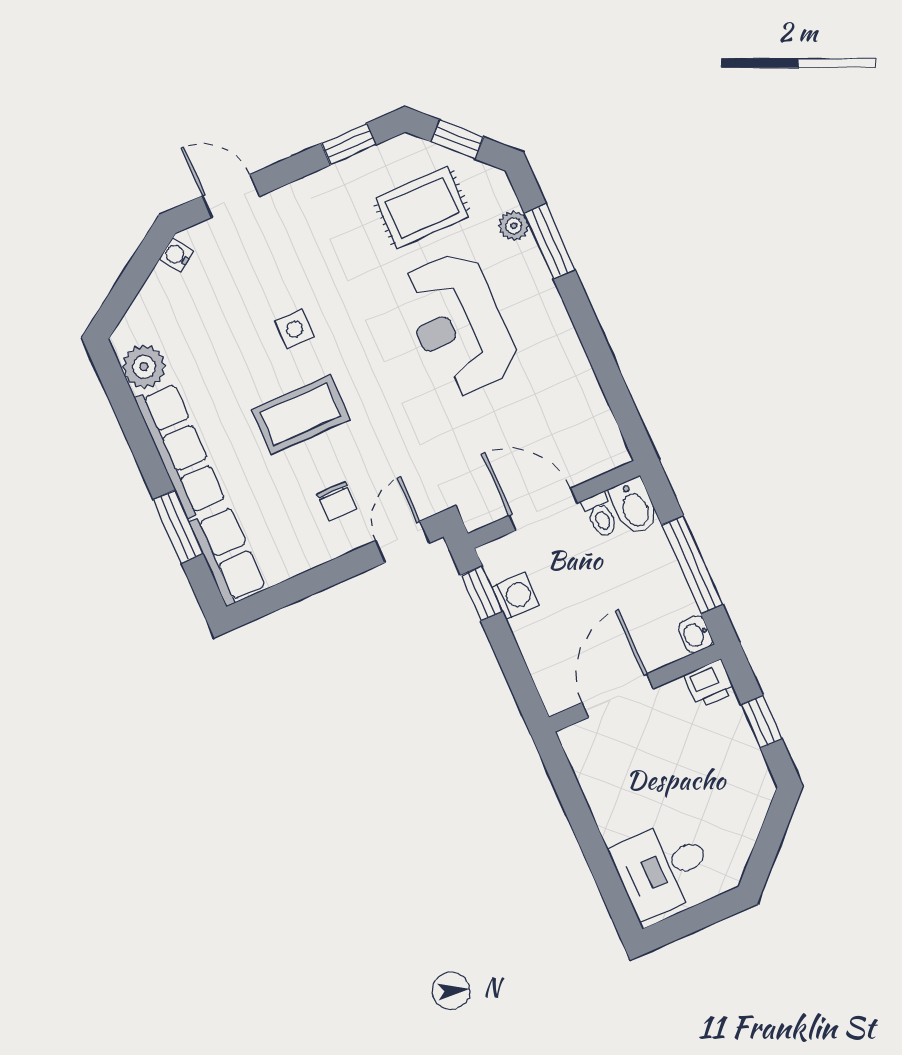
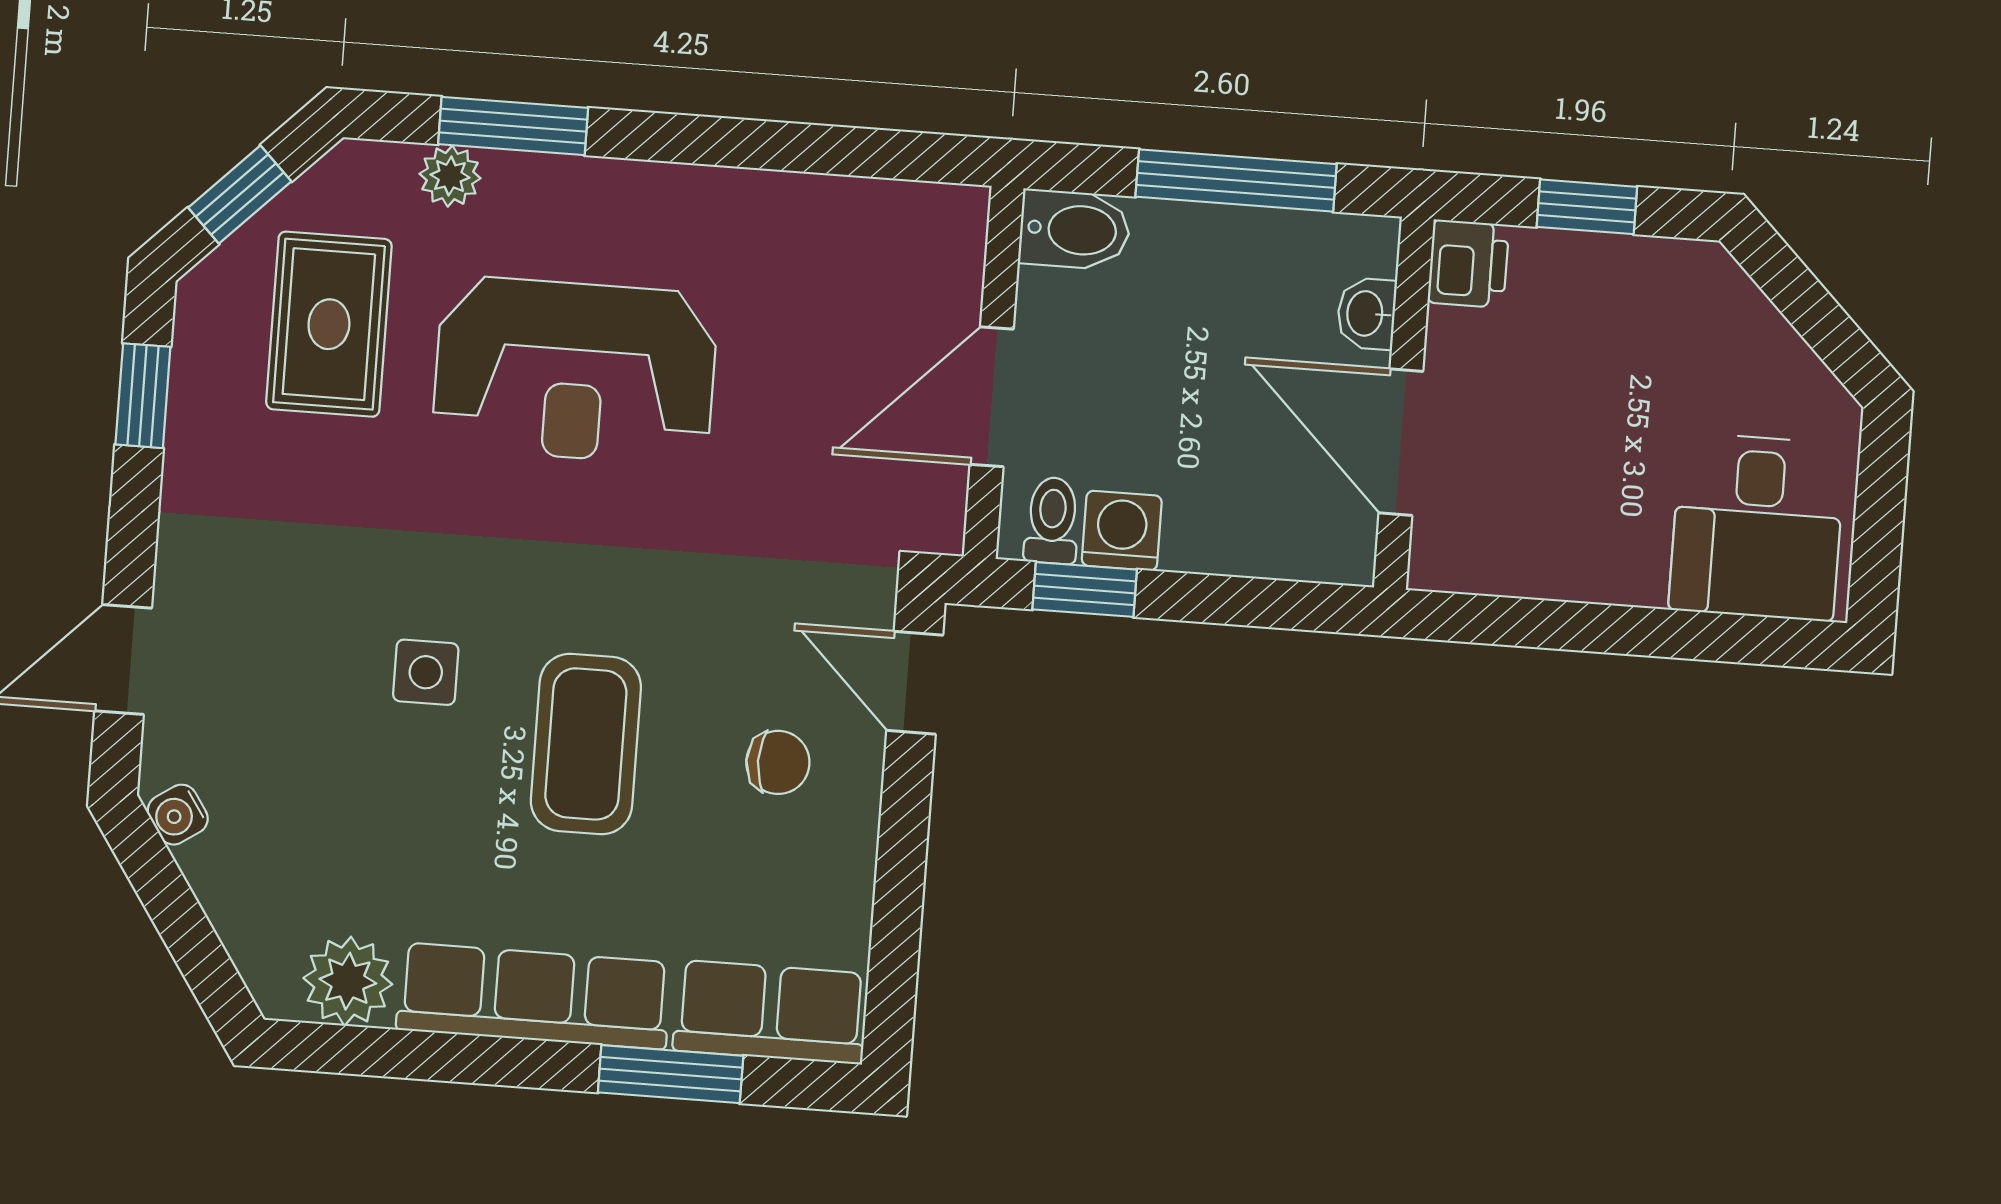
toilet: (600, 515) -> (1052, 520), moved, turned -90
washbasin: (695, 634) -> (1366, 314), moved, turned 90

